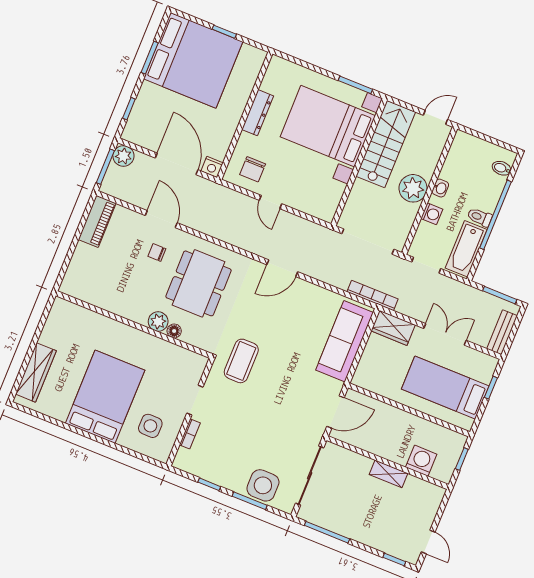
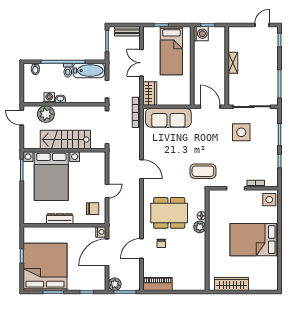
stairs: (386, 144) -> (65, 140), moved
plant: (413, 188) -> (46, 114), moved
washing machine: (432, 214) -> (49, 98), moved
wardrobe: (36, 372) -> (232, 284), moved
side table: (150, 426) -> (269, 200), moved
washing machine: (421, 461) -> (201, 34), moved, turned 180
side table: (263, 485) -> (241, 132), moved

